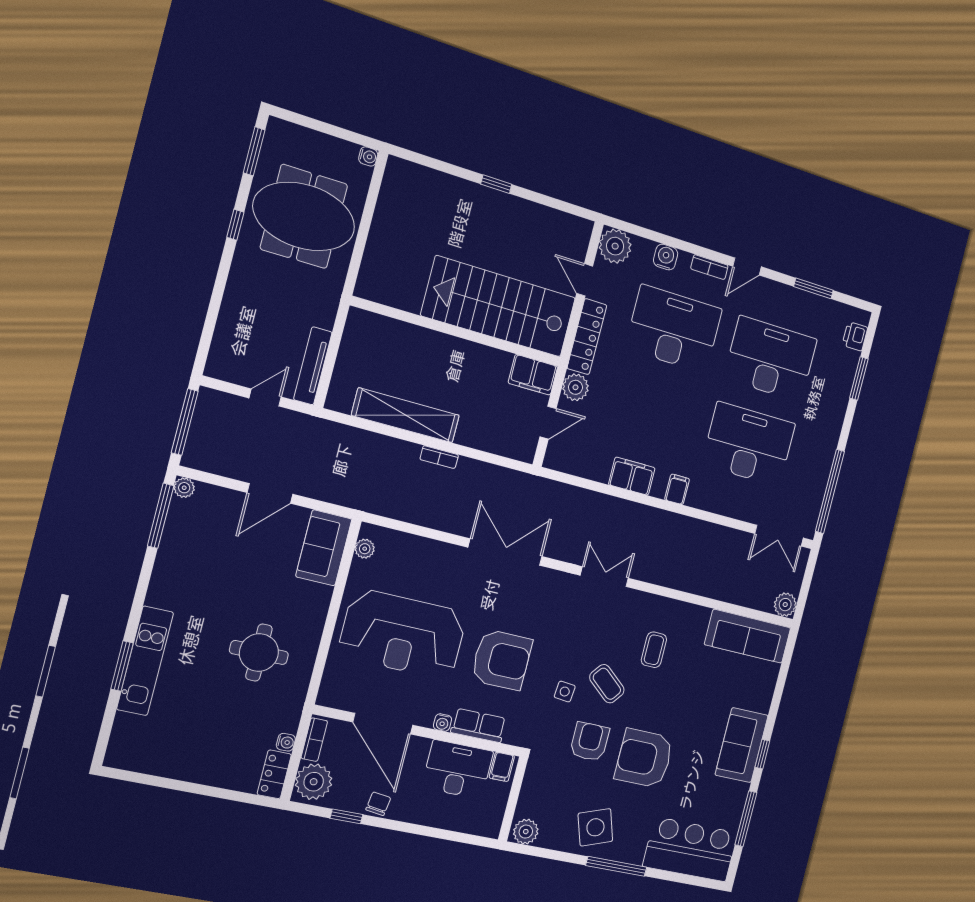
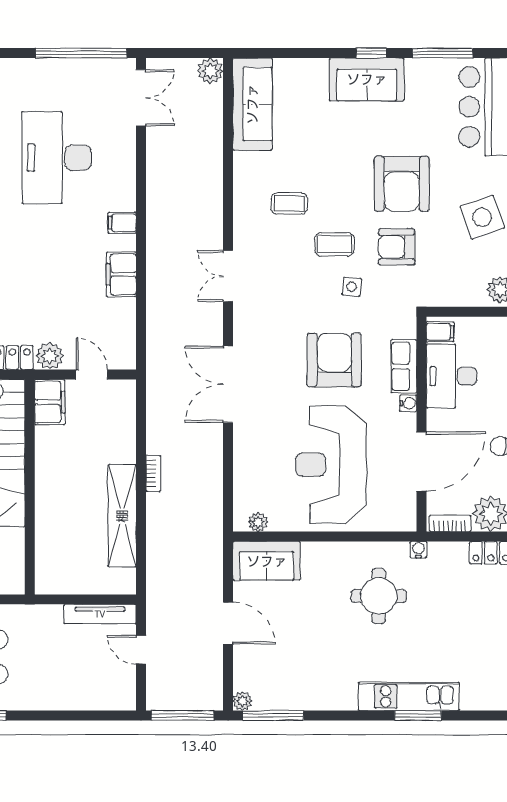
reception desk: (403, 634) -> (331, 465), turned 180
coffee table: (607, 684) -> (334, 244), turned 51
water cooler: (286, 742) -> (418, 550), moved

